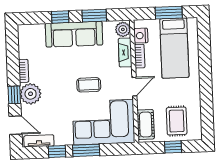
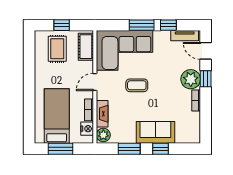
sofa: (74, 34) -> (155, 132), width x0.73

